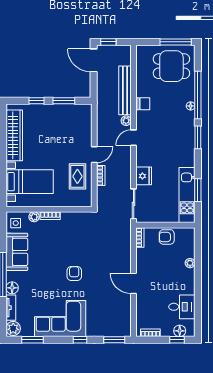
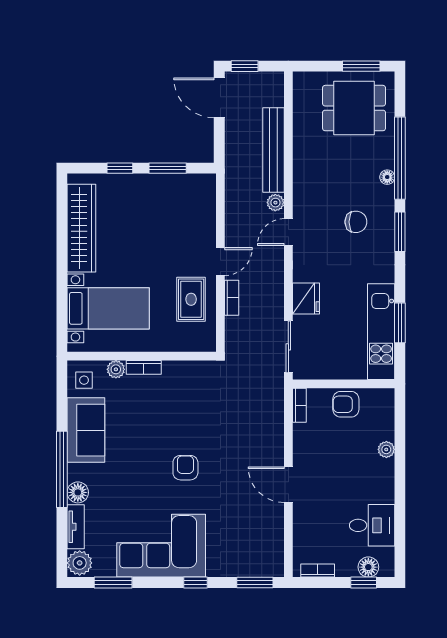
window: (176, 42) -> (361, 66), width x0.69
chair: (143, 104) -> (356, 222), moved

